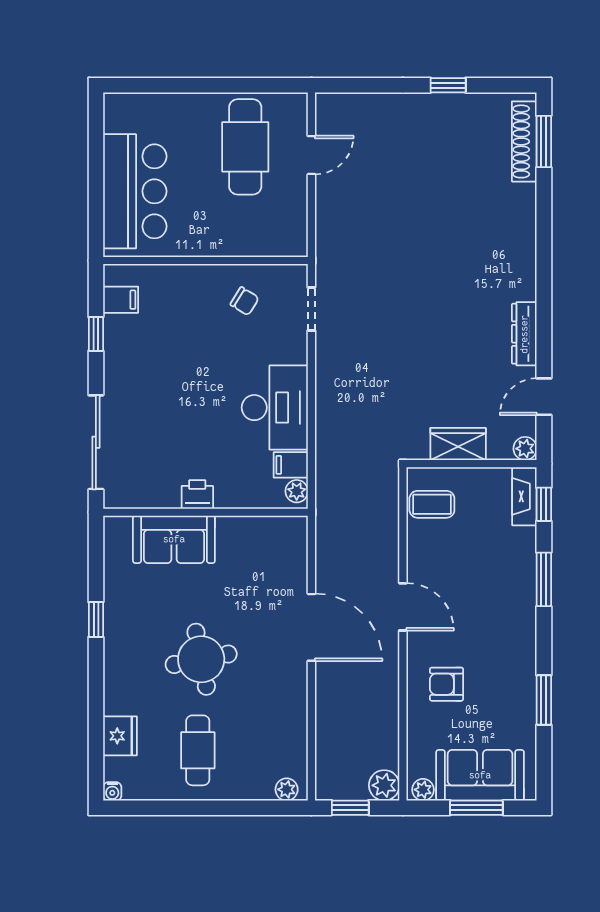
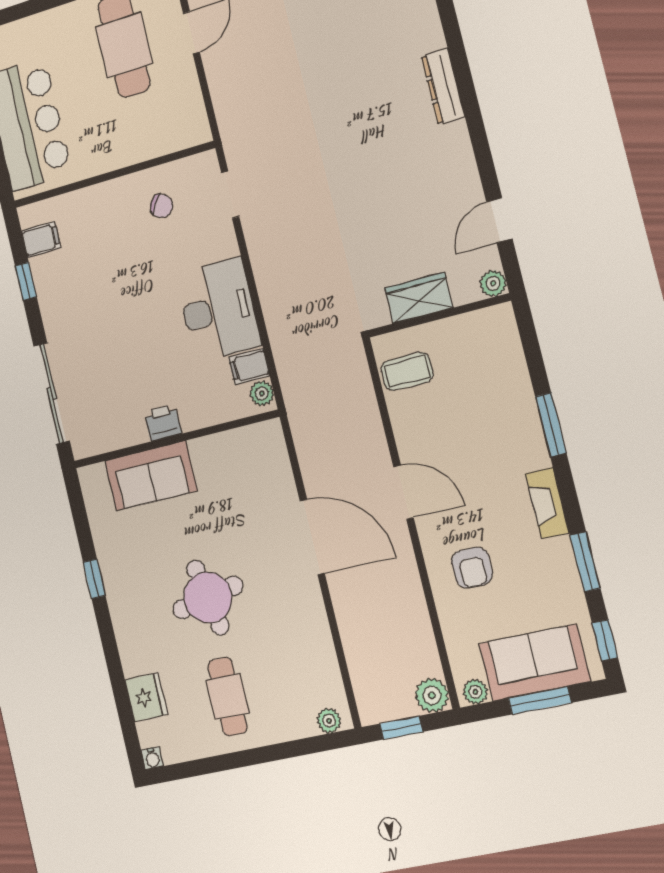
dresser: (524, 334) -> (443, 87), moved
fireplace: (524, 496) -> (547, 503), moved
window: (544, 504) -> (605, 640), moved
armchair: (447, 684) -> (472, 568), turned -90

